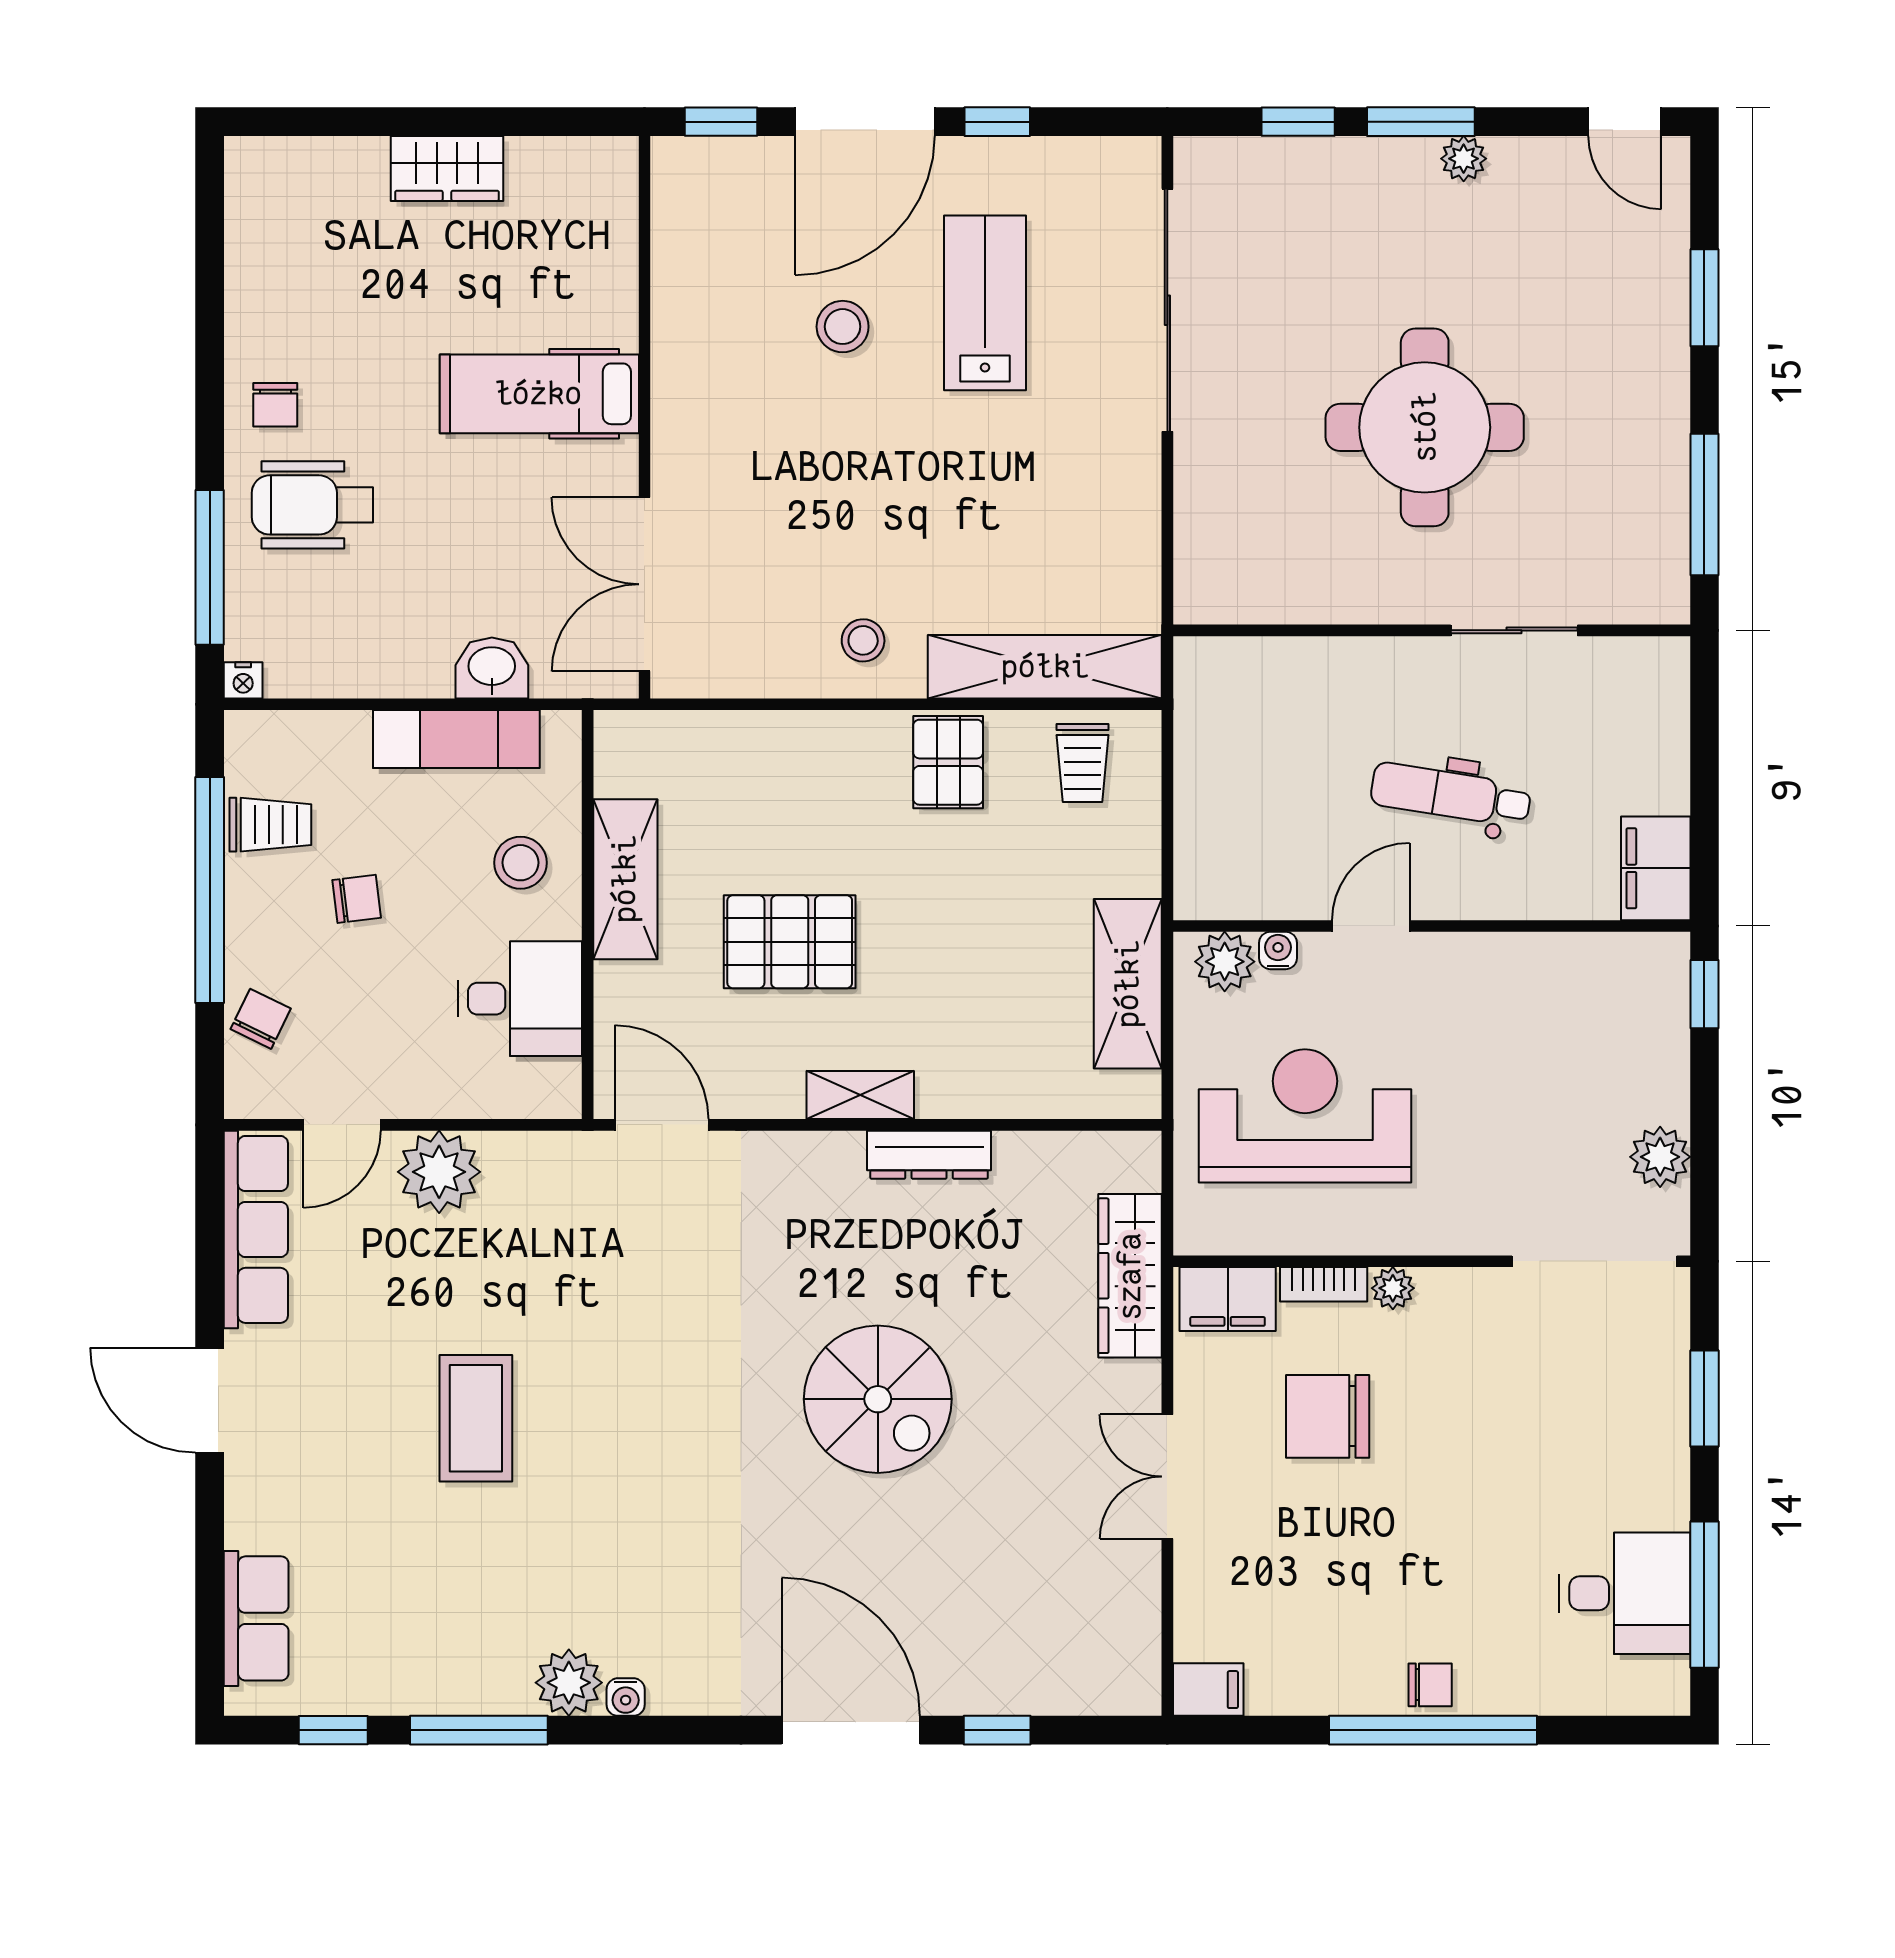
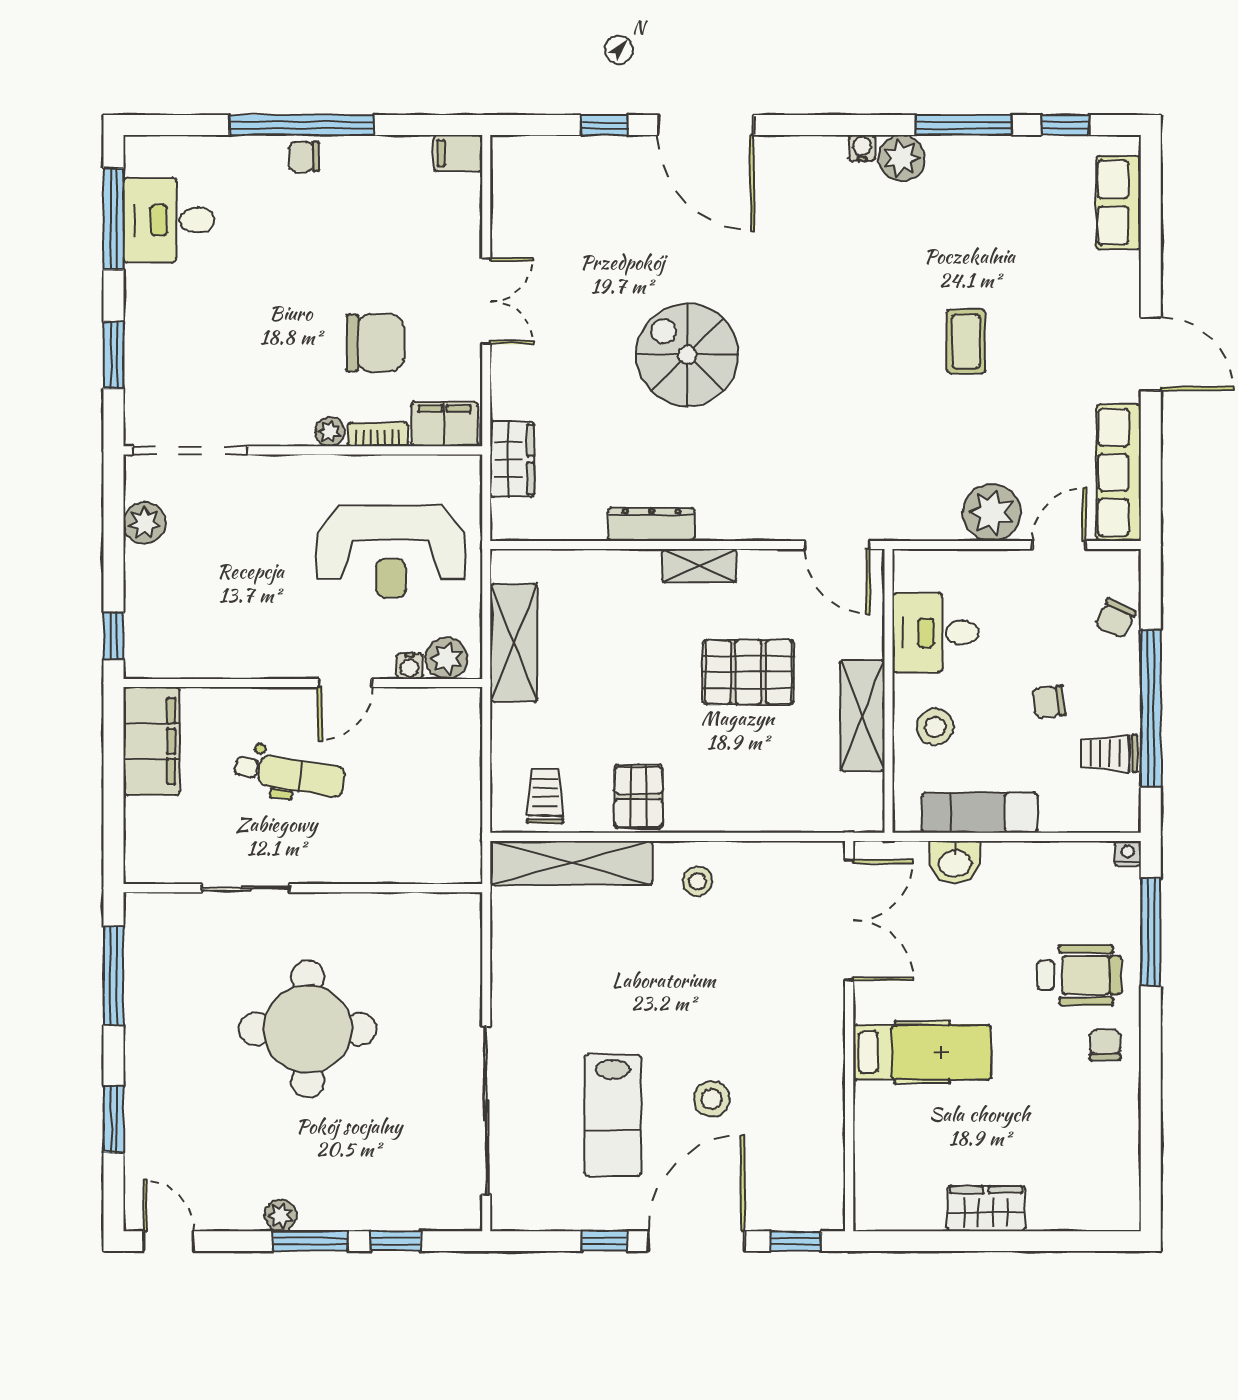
filing cabinet: (1656, 868) -> (151, 741), width x1.50, depth x1.17
wardrobe: (1130, 1276) -> (512, 459), width x0.67
coffee table: (476, 1418) -> (966, 341), width x0.73, depth x0.77

